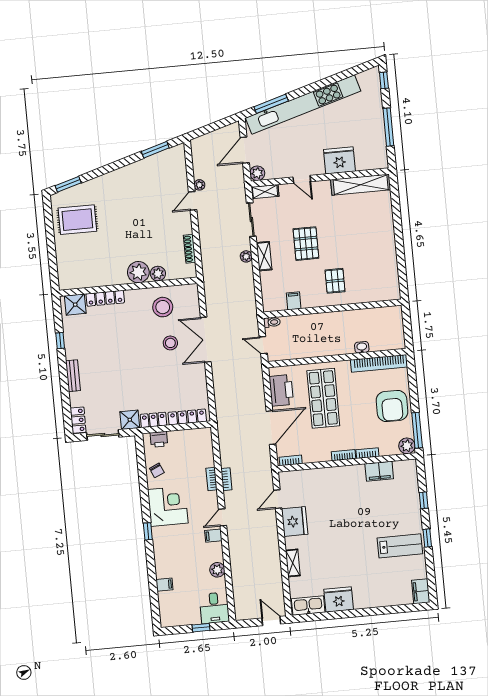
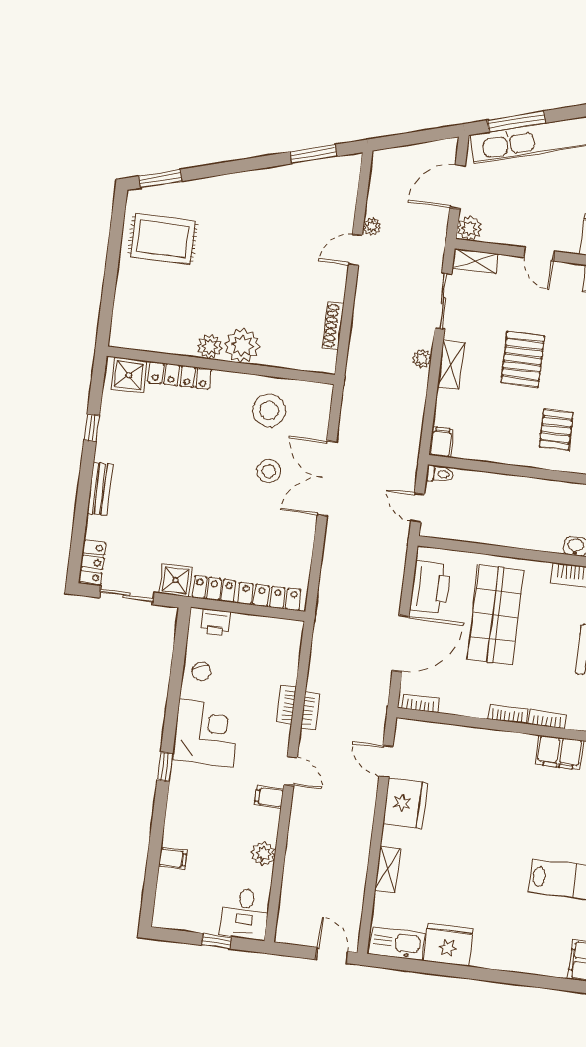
plant: (158, 274) -> (210, 347), moved
filing cabinet: (294, 301) -> (441, 442), moved
door: (278, 499) -> (386, 761), hinge flipped
door: (223, 517) -> (290, 771), swing flipped

